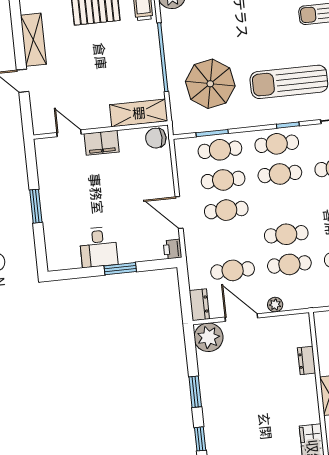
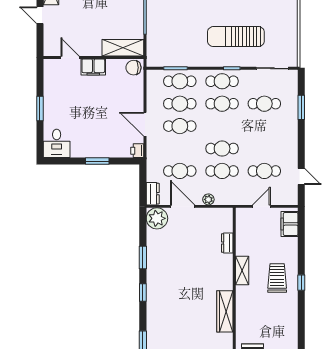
parasol: (210, 84) -> (178, 32), removed
desk: (98, 247) -> (57, 143), moved

